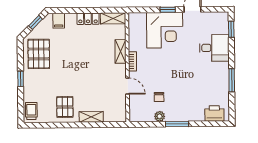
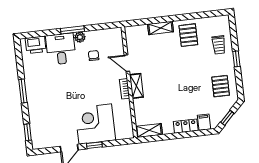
locker: (88, 19) -> (186, 126), moved
desk: (214, 48) -> (61, 49), moved, turned 90
shelving: (120, 51) -> (136, 86), moved
pallet: (39, 54) -> (221, 86), width x0.67, depth x0.71
window: (232, 80) -> (23, 91), moved
trolley: (31, 111) -> (219, 45), moved
plant: (160, 116) -> (80, 37), moved

